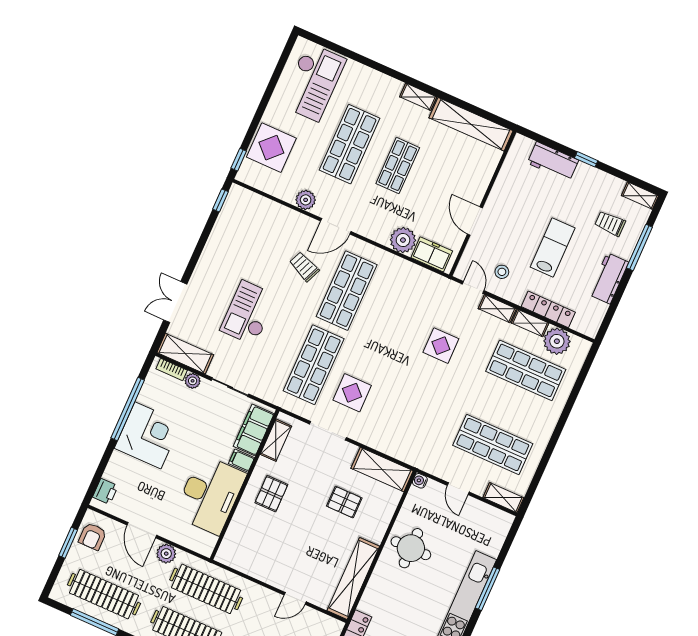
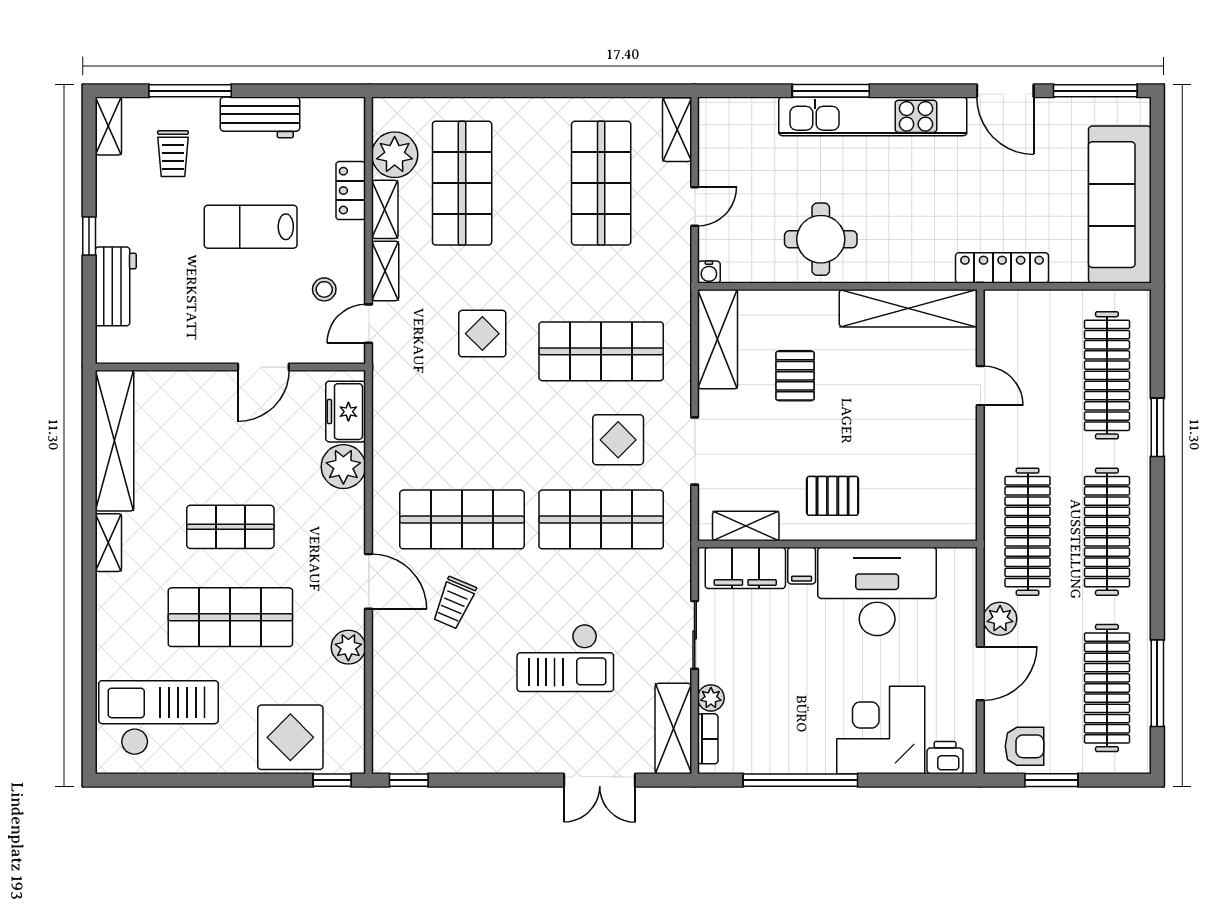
locker: (548, 309) -> (351, 191), width x0.66
shop shelf: (403, 405) -> (601, 351), added
corner desk: (148, 435) -> (881, 730), moved

